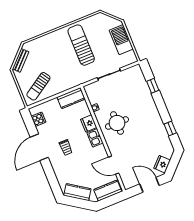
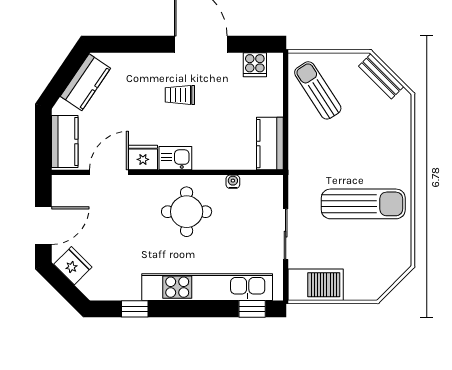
barbecue: (121, 40) -> (316, 285), moved
window: (153, 86) -> (252, 309), moved
kitchen unit: (147, 100) -> (207, 287), added
fridge: (89, 123) -> (143, 157), moved

